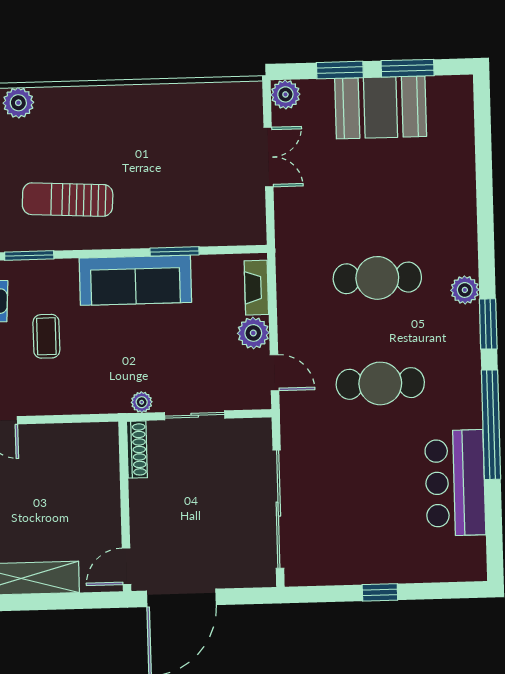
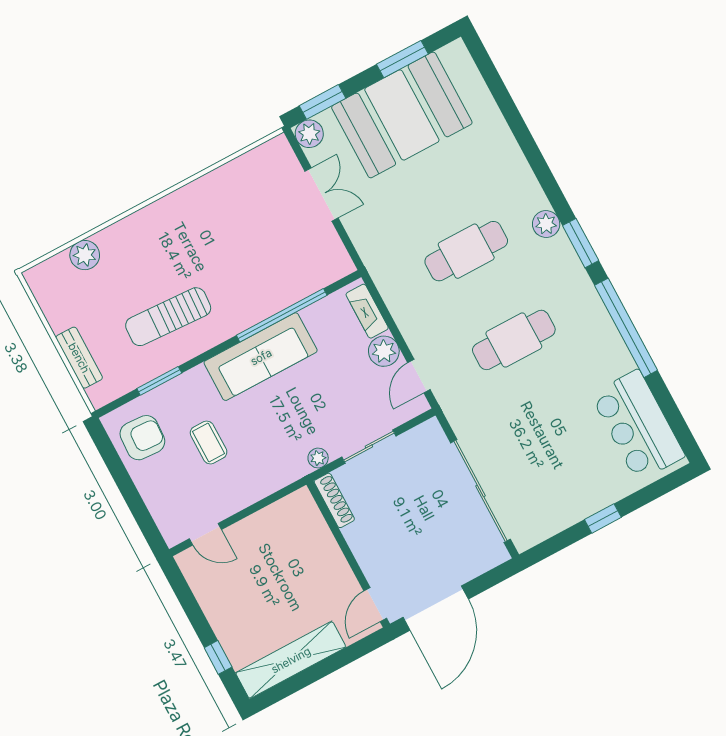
window: (340, 70) -> (322, 102), moved
booth: (381, 107) -> (402, 115), width x1.36, depth x1.42
window: (175, 251) -> (282, 315), width x2.11
door: (274, 373) -> (419, 376), swing flipped
bar counter: (455, 483) -> (638, 425), moved

